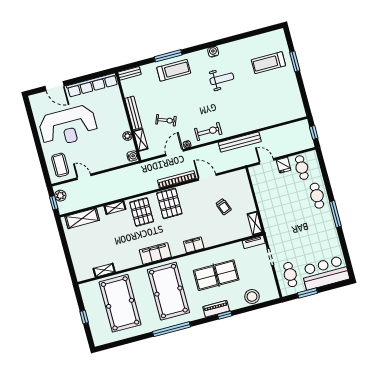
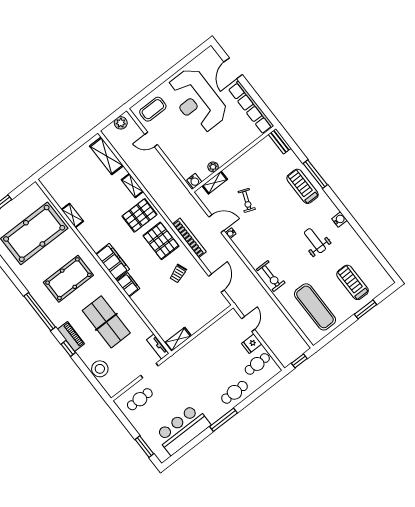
treadmill: (174, 70) -> (302, 186), turned 180
weight bench: (222, 79) -> (315, 241), turned 180
exercise mat: (275, 101) -> (315, 307), added
bench: (133, 113) -> (240, 163), removed
exercise bike: (208, 131) -> (271, 276), moved
bench: (240, 142) -> (257, 287), removed
door: (84, 177) -> (151, 139), swing flipped
door: (207, 177) -> (216, 283), moved
window: (54, 203) -> (110, 119), removed
pallet: (169, 203) -> (161, 241), turned 90
trolley: (223, 207) -> (178, 274), moved
filing cabinet: (155, 253) -> (113, 262), moved
shelving: (104, 270) -> (72, 215), moved
bar counter: (325, 273) -> (183, 430), moved, turned -90
pool table: (168, 291) -> (68, 279), width x0.73, depth x0.76
window: (307, 293) -> (144, 447), moved
window: (171, 329) -> (40, 312), moved

